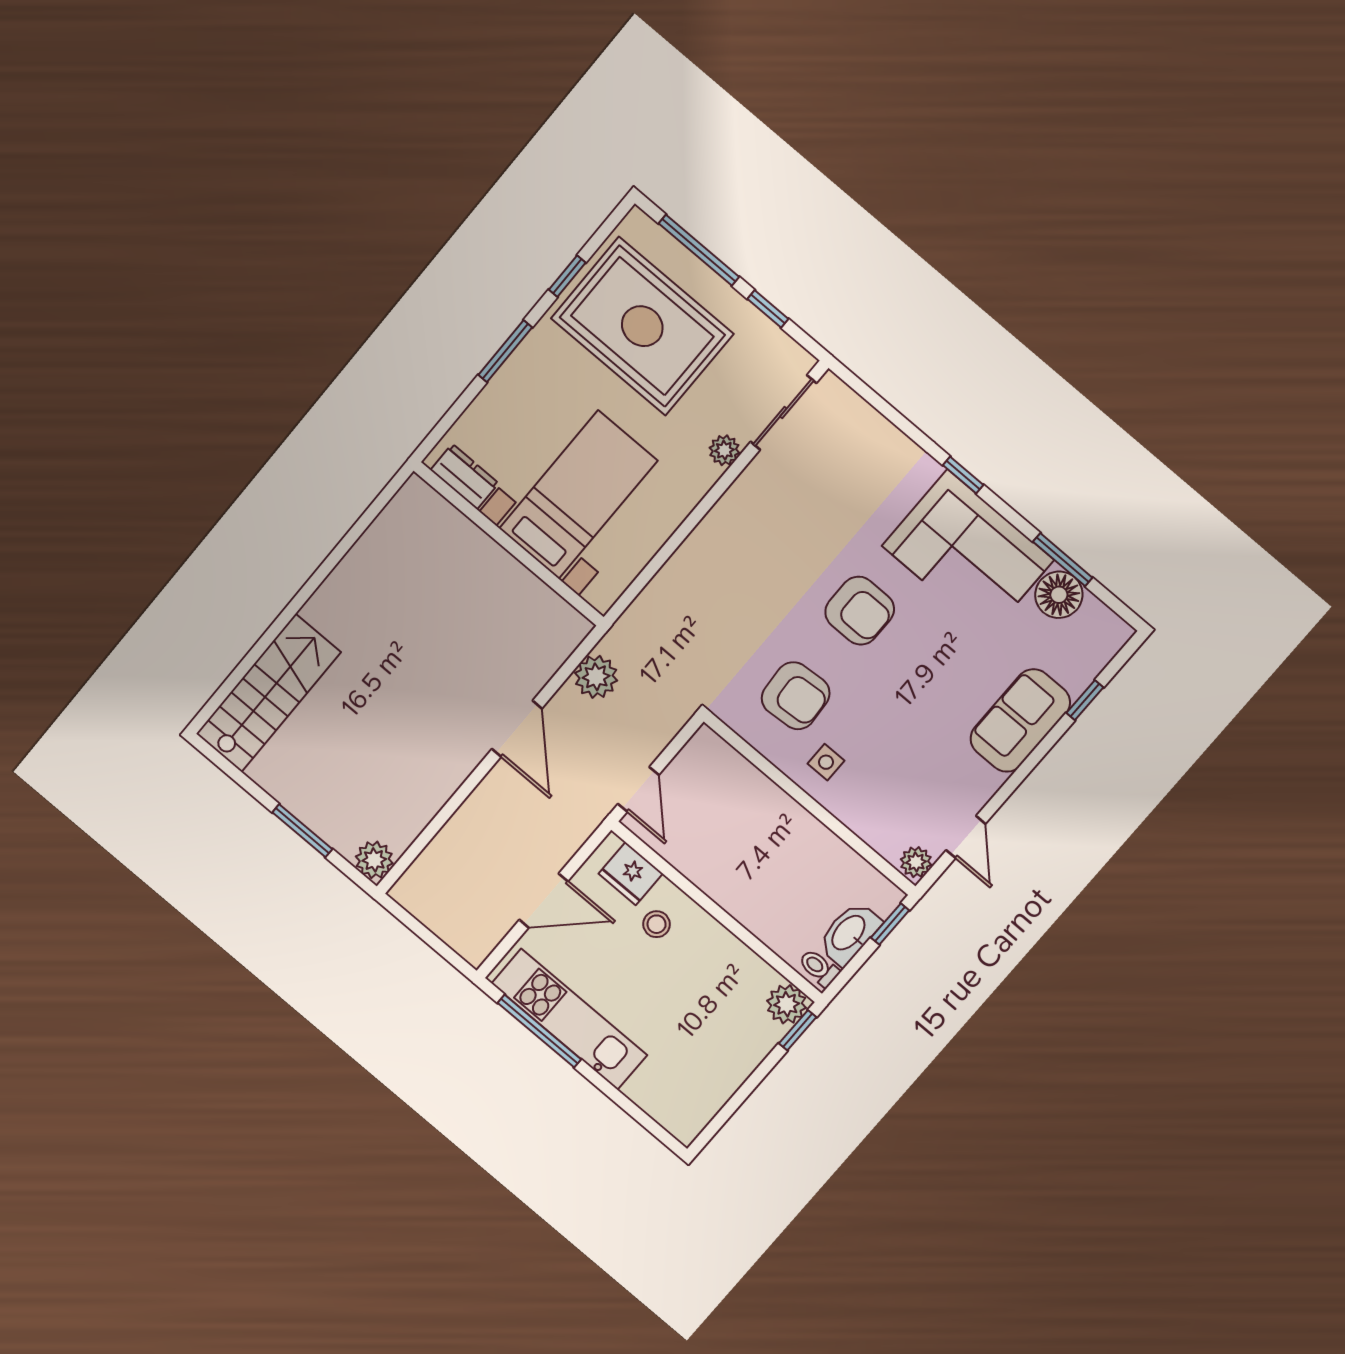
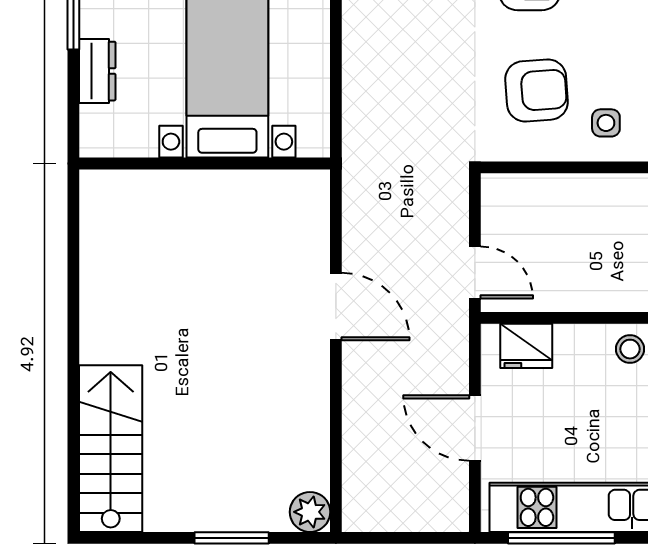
dresser: (465, 477) -> (97, 71), moved, turned 90
plant: (596, 677) -> (364, 211), removed
door: (544, 901) -> (475, 428), swing flipped
stool: (657, 924) -> (630, 349), moved

